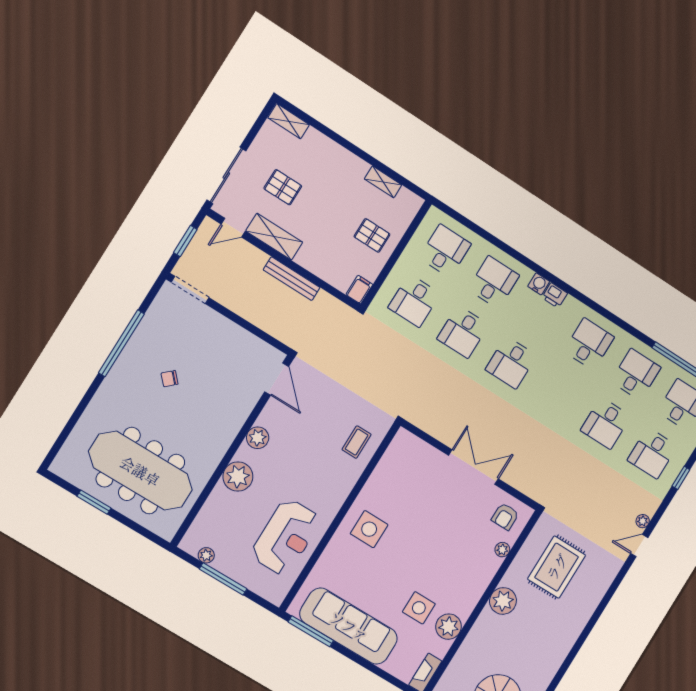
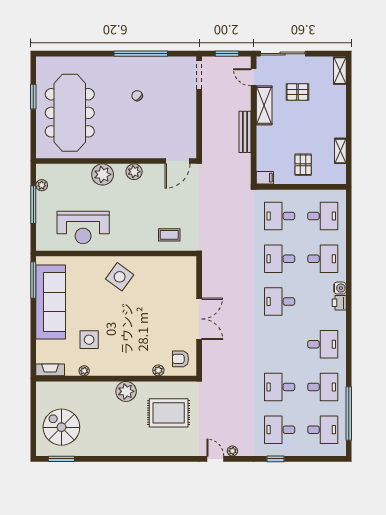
pallet: (283, 187) -> (297, 92), turned 90
side table: (369, 529) -> (120, 277), turned 36
plant: (449, 627) -> (84, 371), width x0.53, depth x0.53

